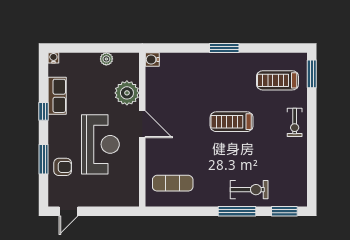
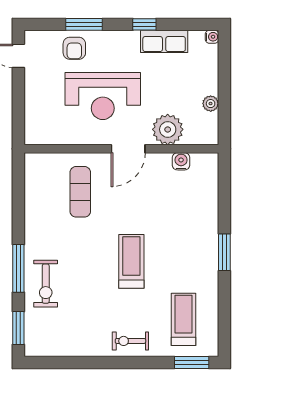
water cooler: (152, 59) -> (181, 161), moved
exercise mat: (173, 183) -> (80, 192), moved

